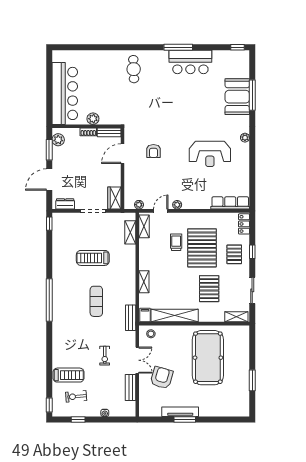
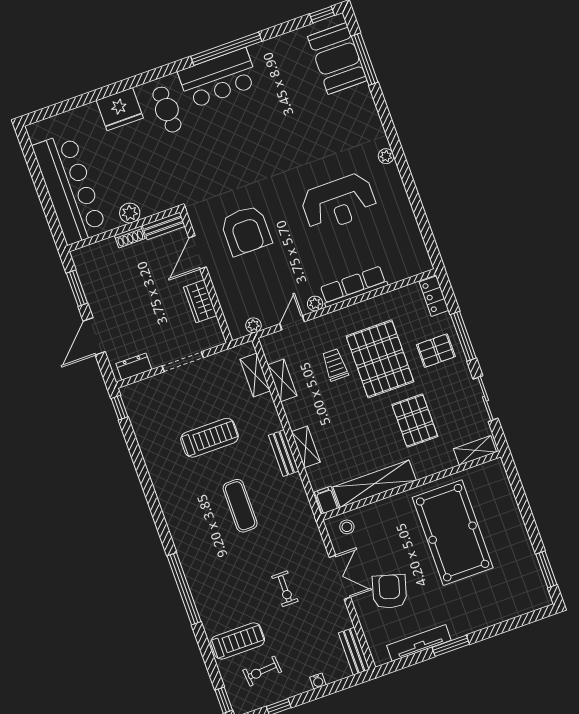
window: (178, 47) -> (226, 49), width x1.46
fridge: (108, 60) -> (120, 109), added
bar counter: (190, 62) -> (218, 78), moved
window: (252, 95) -> (365, 59), moved
booth: (237, 97) -> (337, 59), moved
plant: (58, 140) -> (86, 267), removed
armchair: (153, 151) -> (246, 230), width x1.88, depth x1.88
wardrobe: (114, 198) -> (200, 301), moved
row of seats: (230, 203) -> (354, 286), moved
shelving: (144, 226) -> (282, 380), moved
window: (252, 252) -> (463, 336), width x2.17
pallet: (234, 254) -> (436, 351), turned 90
treadmill: (93, 258) -> (210, 438), turned 180
window: (49, 300) -> (184, 589), moved
bench: (131, 318) -> (284, 453), moved
window: (252, 380) -> (546, 569), moved
bench: (131, 388) -> (354, 651), moved
tv unit: (180, 412) -> (419, 643), moved

